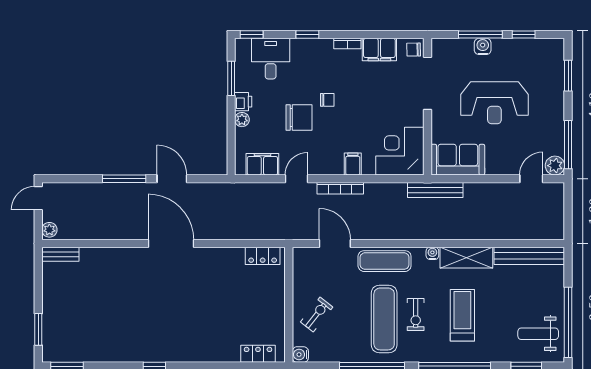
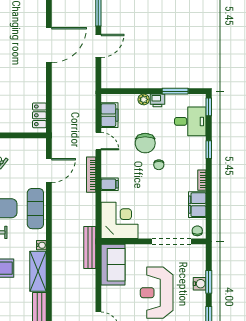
window: (480, 35) -> (209, 282), width x0.69

